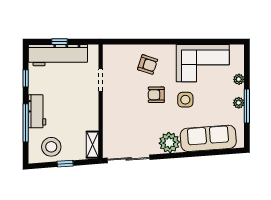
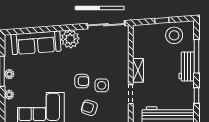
side table: (185, 100) -> (102, 85), moved
shelving: (92, 145) -> (138, 70), moved

